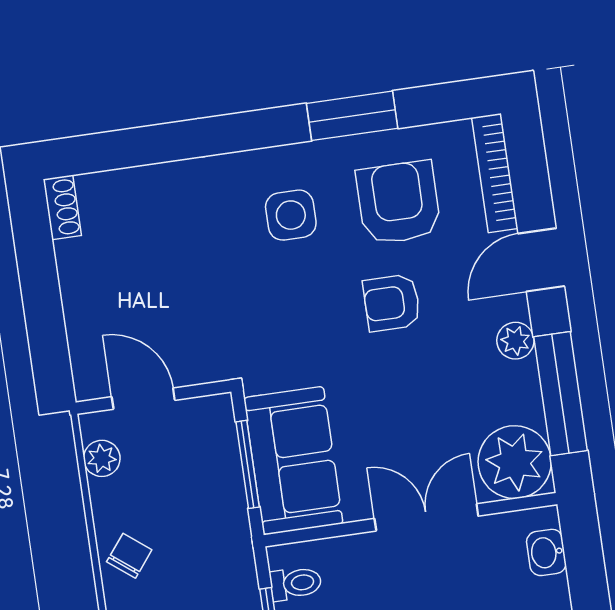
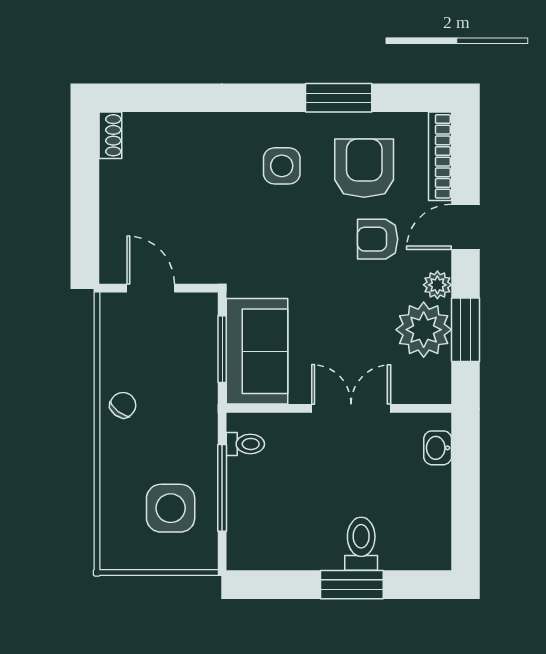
armchair: (392, 303) -> (378, 239), moved
window: (560, 394) -> (466, 330), width x0.69
plant: (102, 458) -> (113, 329), removed
plant: (515, 462) -> (424, 330), moved

